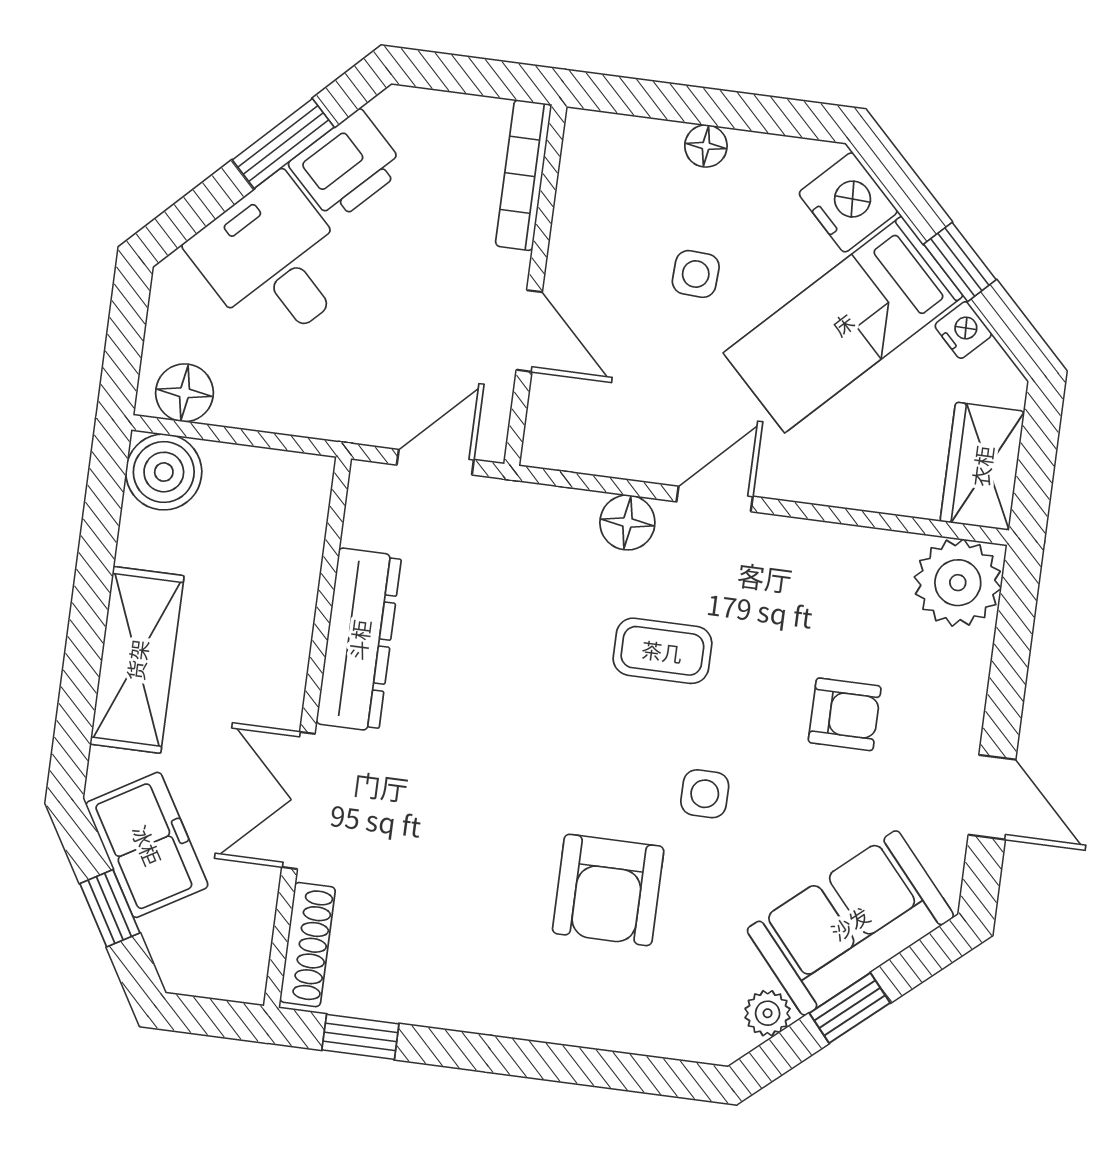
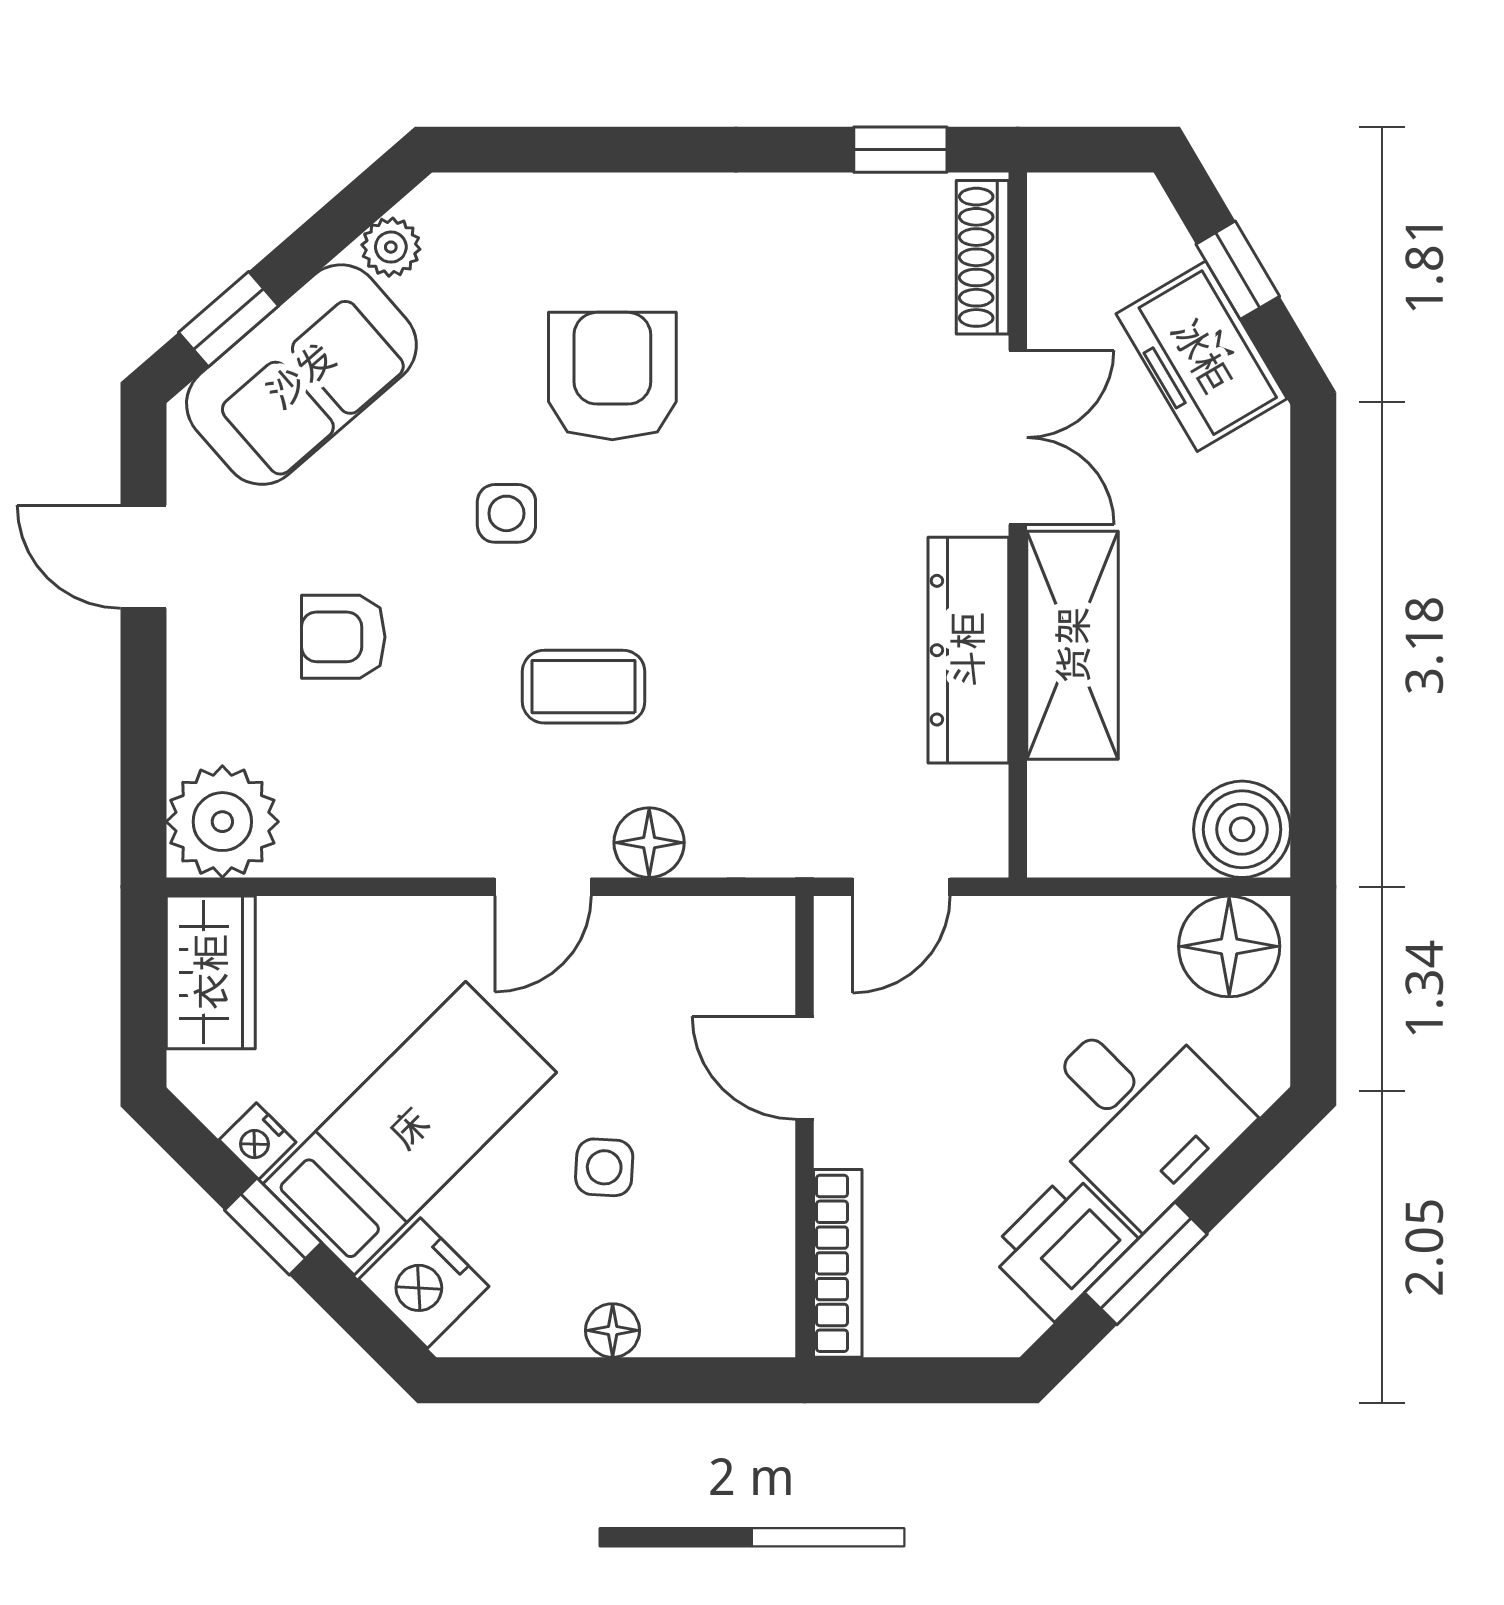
floor lamp: (184, 393) -> (1229, 946), width x1.38, depth x1.38
shelving: (137, 660) -> (1073, 645), moved
window: (850, 1008) -> (228, 319), moved

